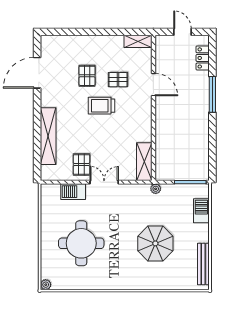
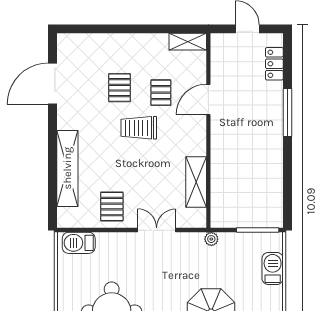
pallet: (118, 80) -> (161, 93), turned 90
door: (153, 85) -> (208, 99), swing flipped
shelving: (144, 162) -> (196, 182), moved
double door: (104, 182) -> (157, 230), moved
barbecue: (73, 192) -> (79, 243), moved

